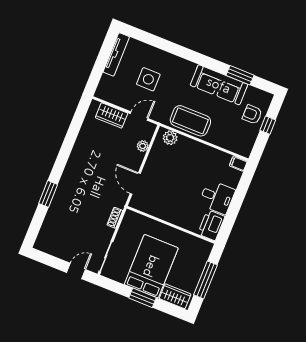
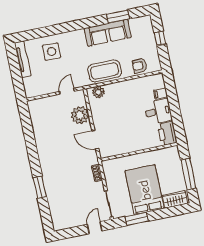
side table: (148, 79) -> (52, 52), moved
armchair: (252, 114) -> (140, 66), moved
wardrobe: (112, 115) -> (48, 104), removed
plant: (143, 146) -> (80, 115), width x1.87, depth x1.87
filing cabinet: (238, 164) -> (161, 94), moved
window: (143, 298) -> (137, 219), moved

